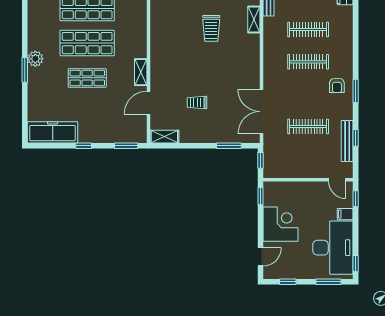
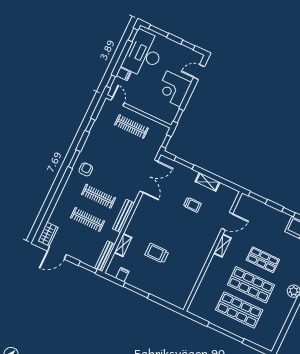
trolley: (211, 28) -> (157, 253), turned -90
clothes rail: (308, 126) -> (131, 126), moved
shelving: (164, 137) -> (208, 182), moved
bench: (347, 141) -> (124, 216), moved

